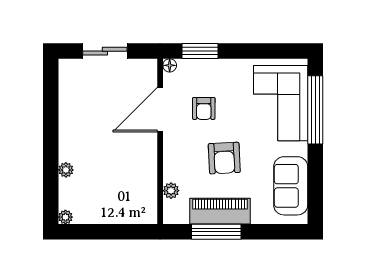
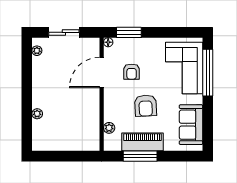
plant: (65, 217) -> (37, 51), moved

